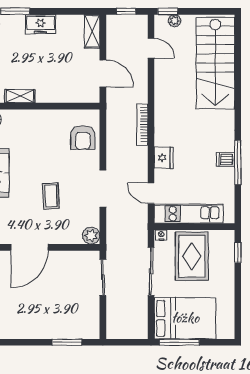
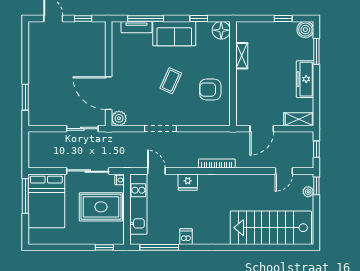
freezer: (40, 24) -> (305, 79), width x1.40
armchair: (83, 137) -> (210, 90), moved
window: (238, 162) -> (159, 247), moved
door: (151, 193) -> (156, 171), hinge flipped
coffee table: (51, 196) -> (171, 81), moved, turned -63
door: (29, 247) -> (109, 93), moved

